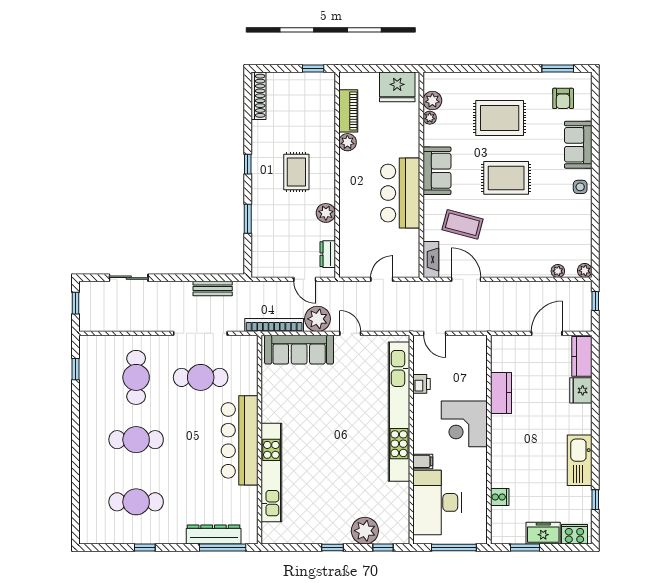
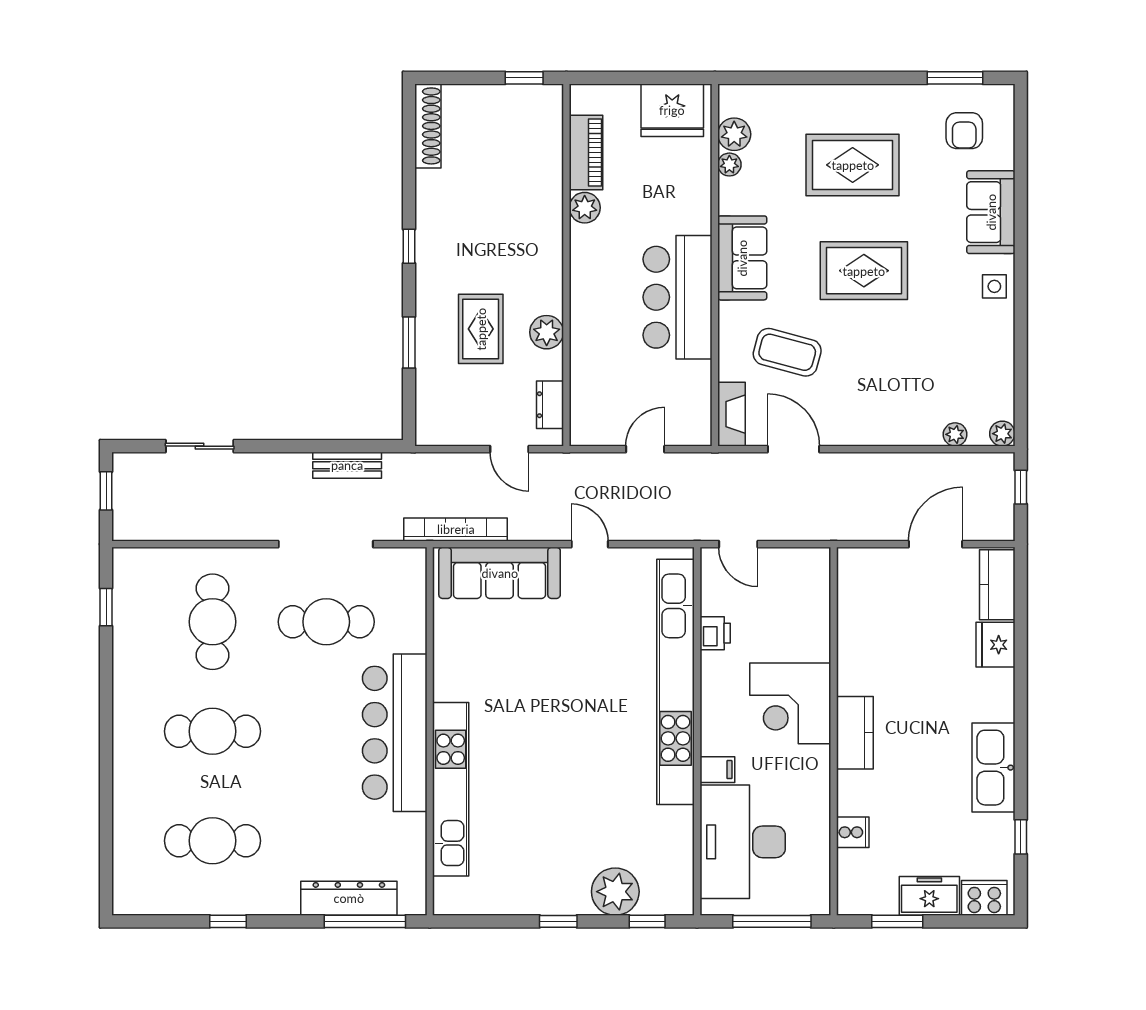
rug: (296, 172) -> (481, 329), moved
plant: (318, 319) -> (532, 519), removed
kitchen counter: (501, 393) -> (855, 733), moved

